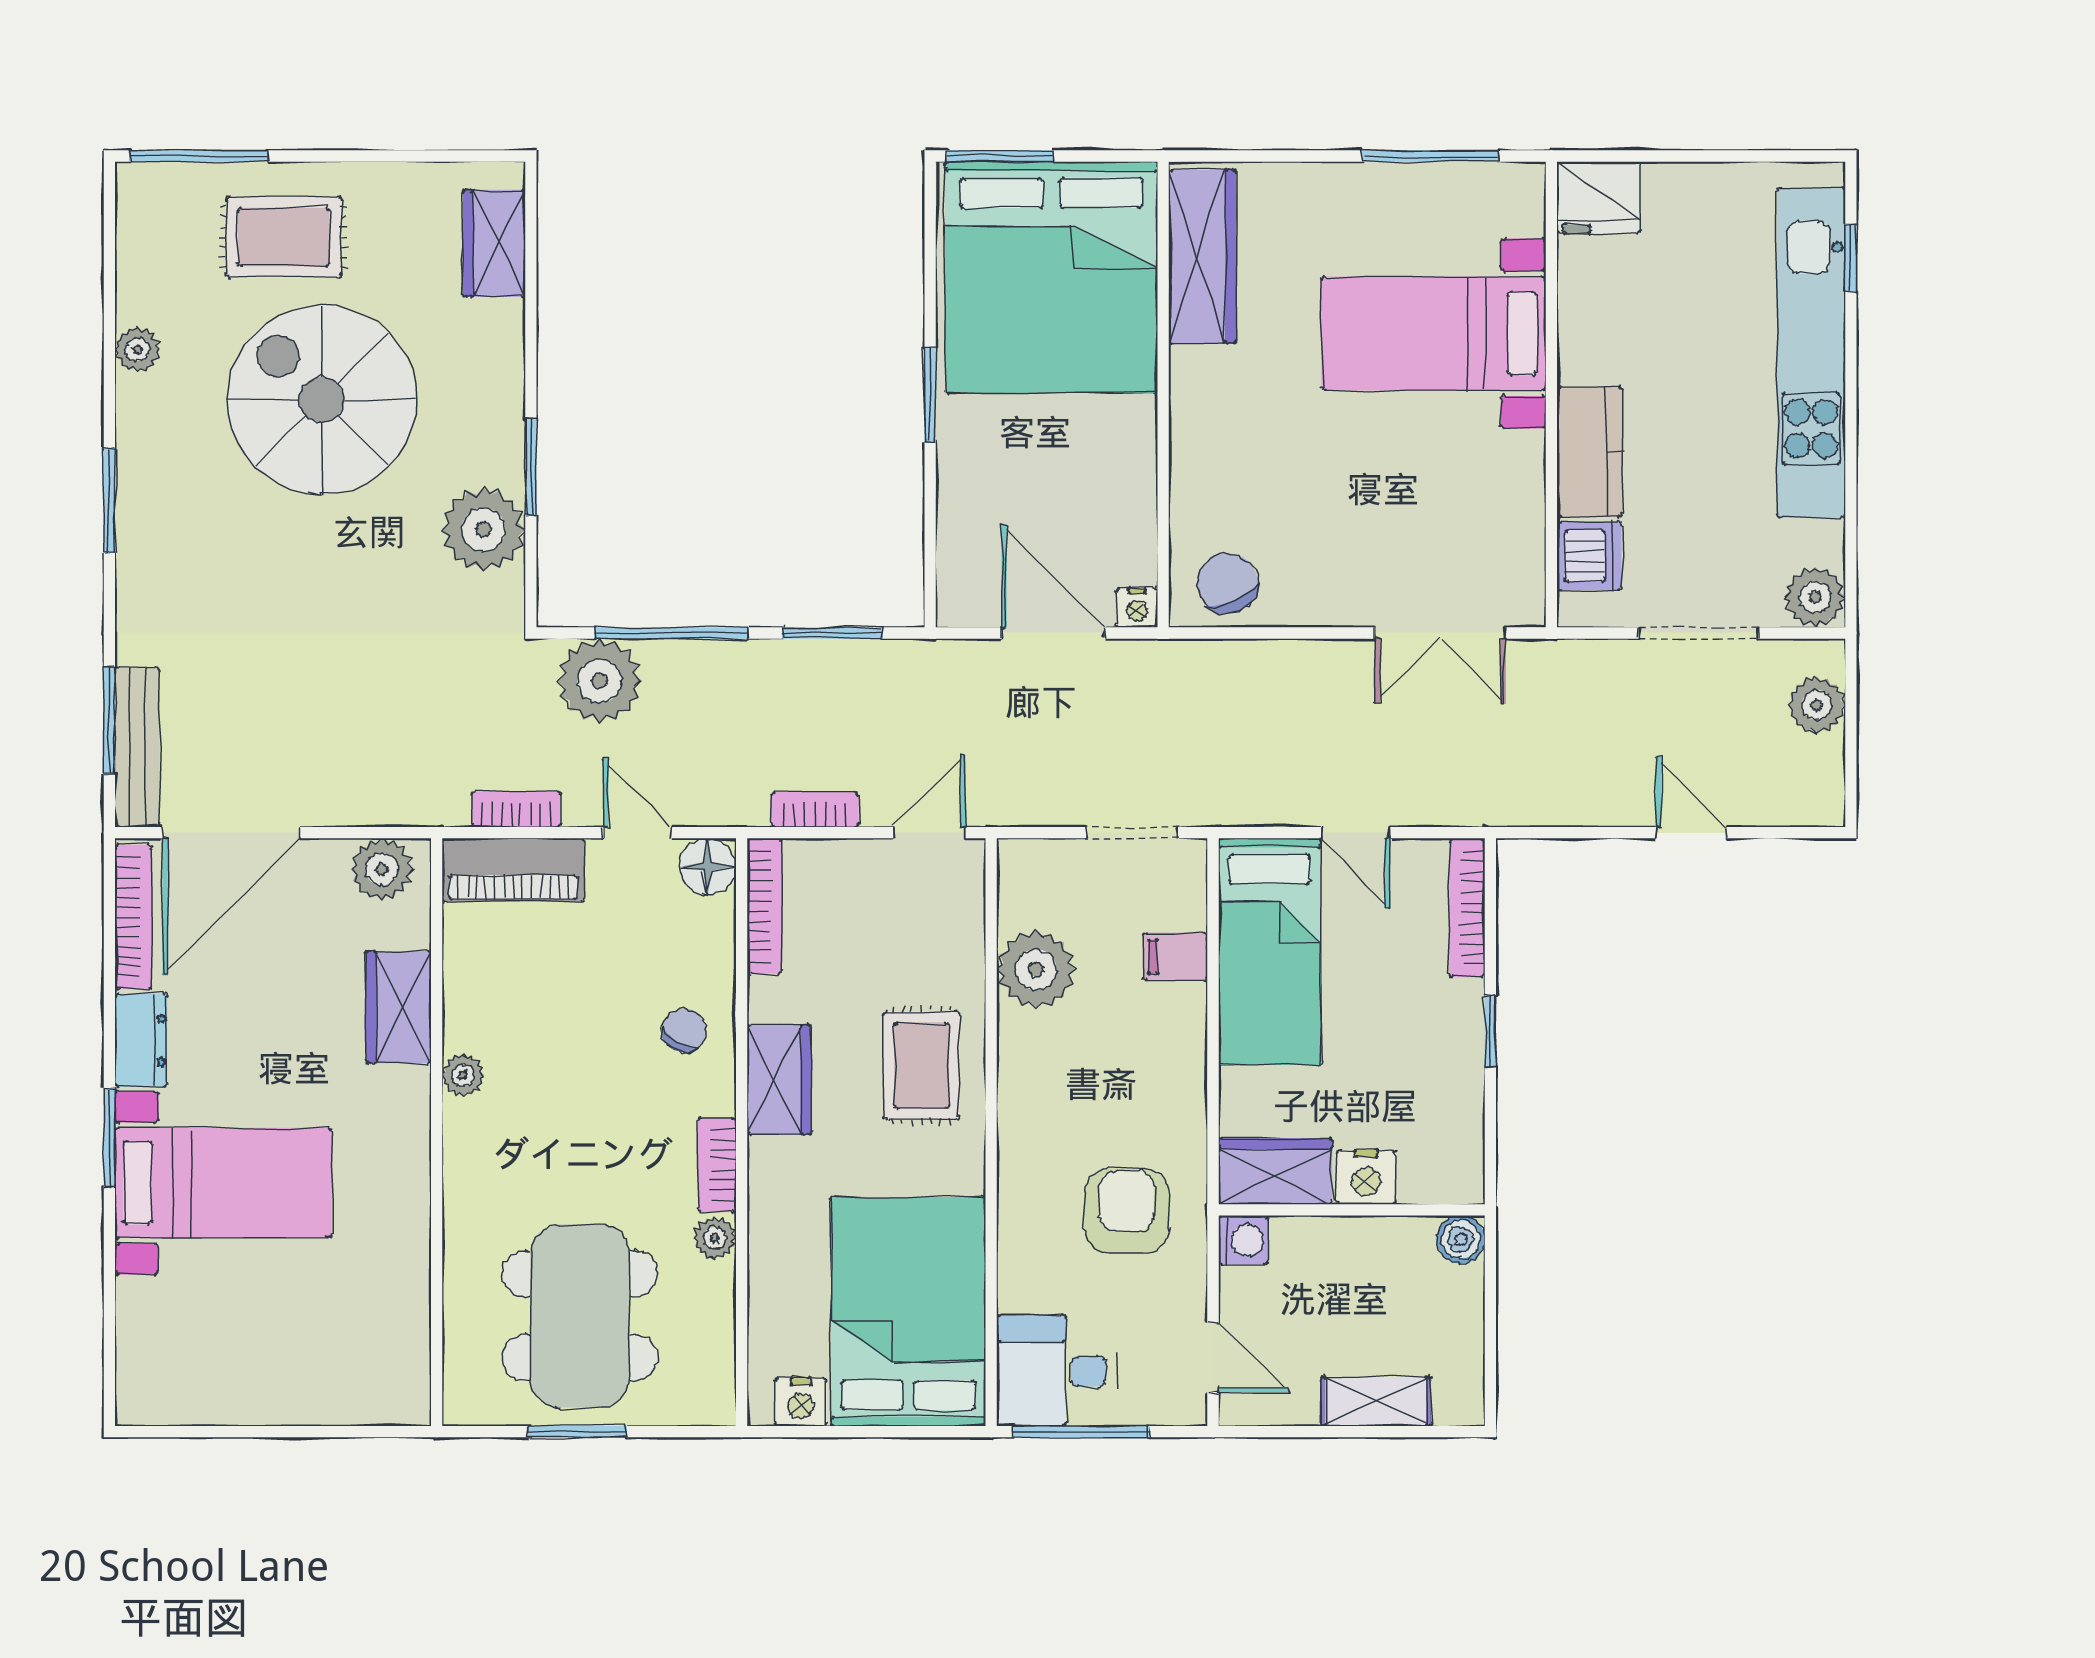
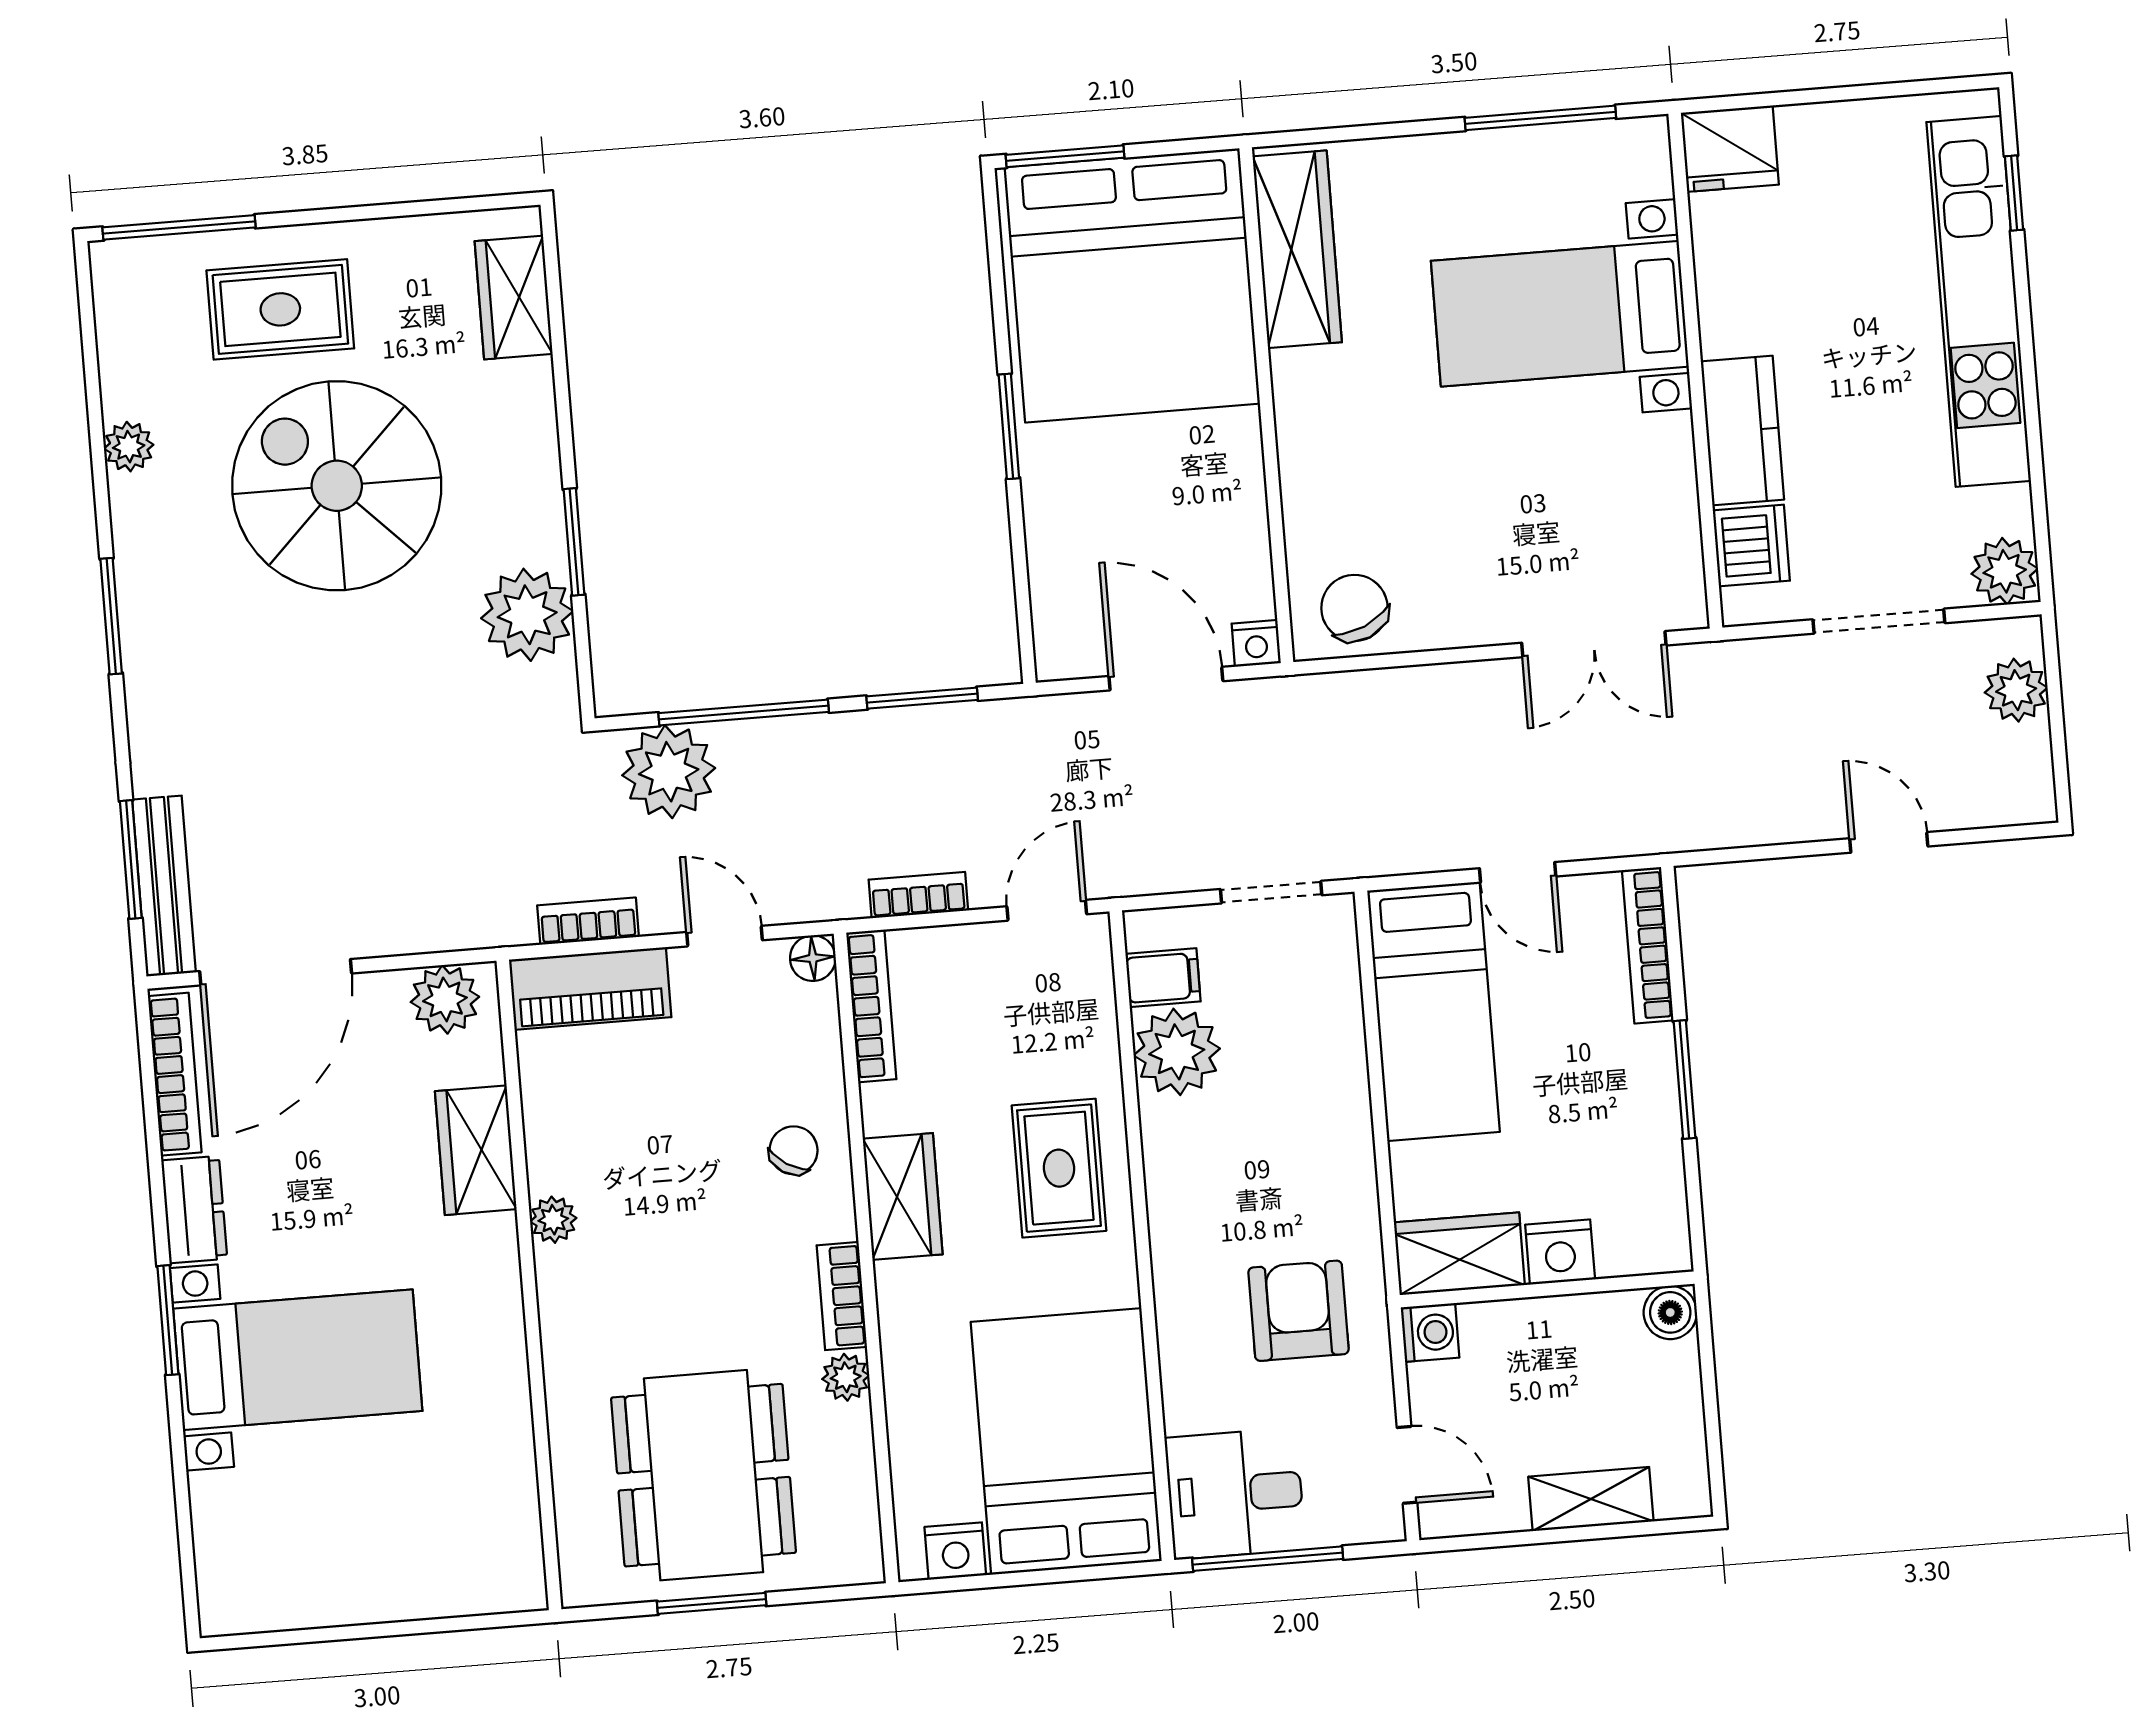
floor lamp: (708, 866) -> (813, 958), width x0.73, depth x0.73
filing cabinet: (1175, 957) -> (1163, 978), moved, turned 180
window: (1490, 1031) -> (1684, 1080), width x1.50

